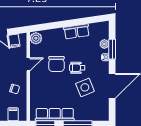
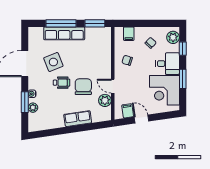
row of seats: (77, 31) -> (78, 119), moved
plant: (36, 38) -> (105, 100), moved
door: (28, 64) -> (113, 86), hinge flipped
row of seats: (55, 115) -> (64, 33), moved

